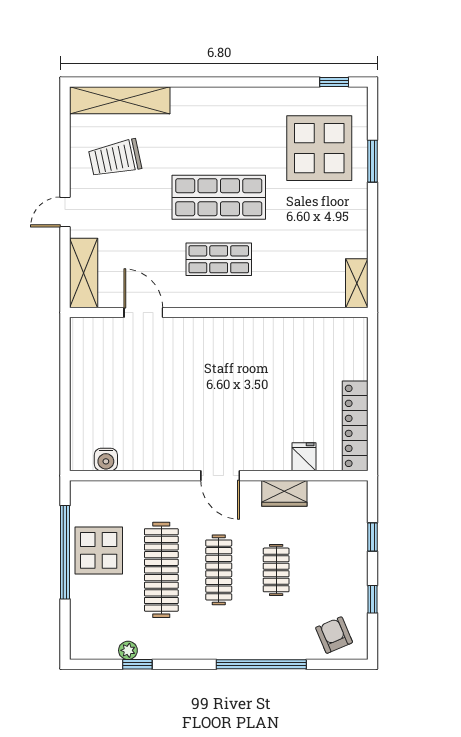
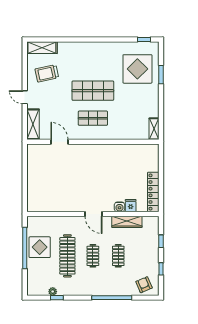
shelving: (120, 100) -> (42, 48), width x0.68
door: (65, 212) -> (25, 97), hinge flipped
water cooler: (106, 460) -> (120, 207), moved
wardrobe: (284, 493) -> (127, 222), width x1.50
clothes rail: (219, 570) -> (93, 256), width x0.73

